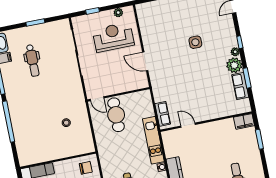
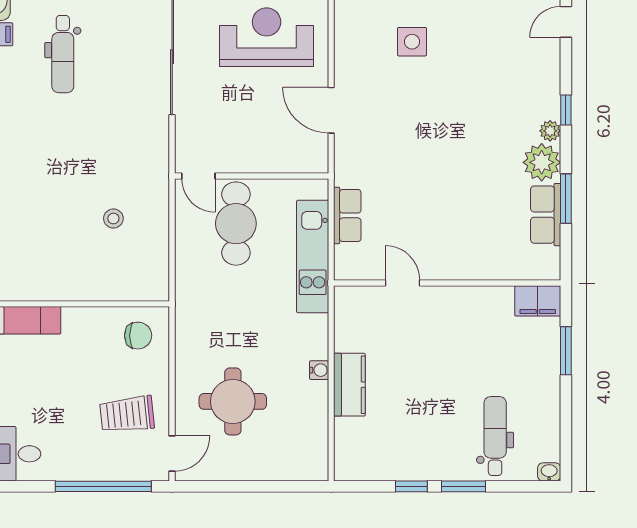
side table: (195, 42) -> (412, 42), moved
row of seats: (163, 114) -> (347, 215), moved
kitchen unit: (153, 140) -> (313, 256), moved

